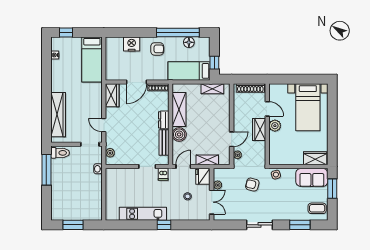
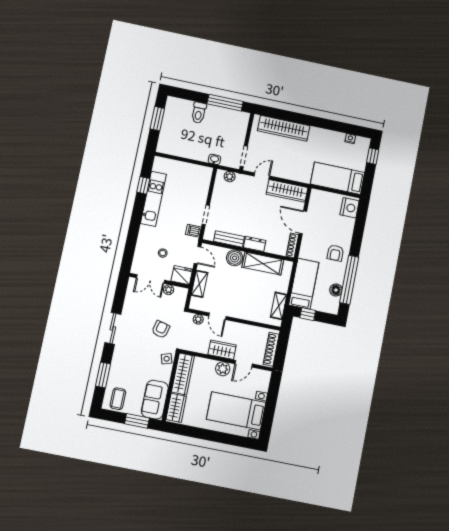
nightstand: (132, 44) -> (350, 208), moved
wardrobe: (112, 95) -> (287, 191), width x1.50
toilet: (60, 153) -> (199, 113), moved
wardrobe: (286, 158) -> (183, 374), added
window: (164, 225) -> (143, 185), moved

